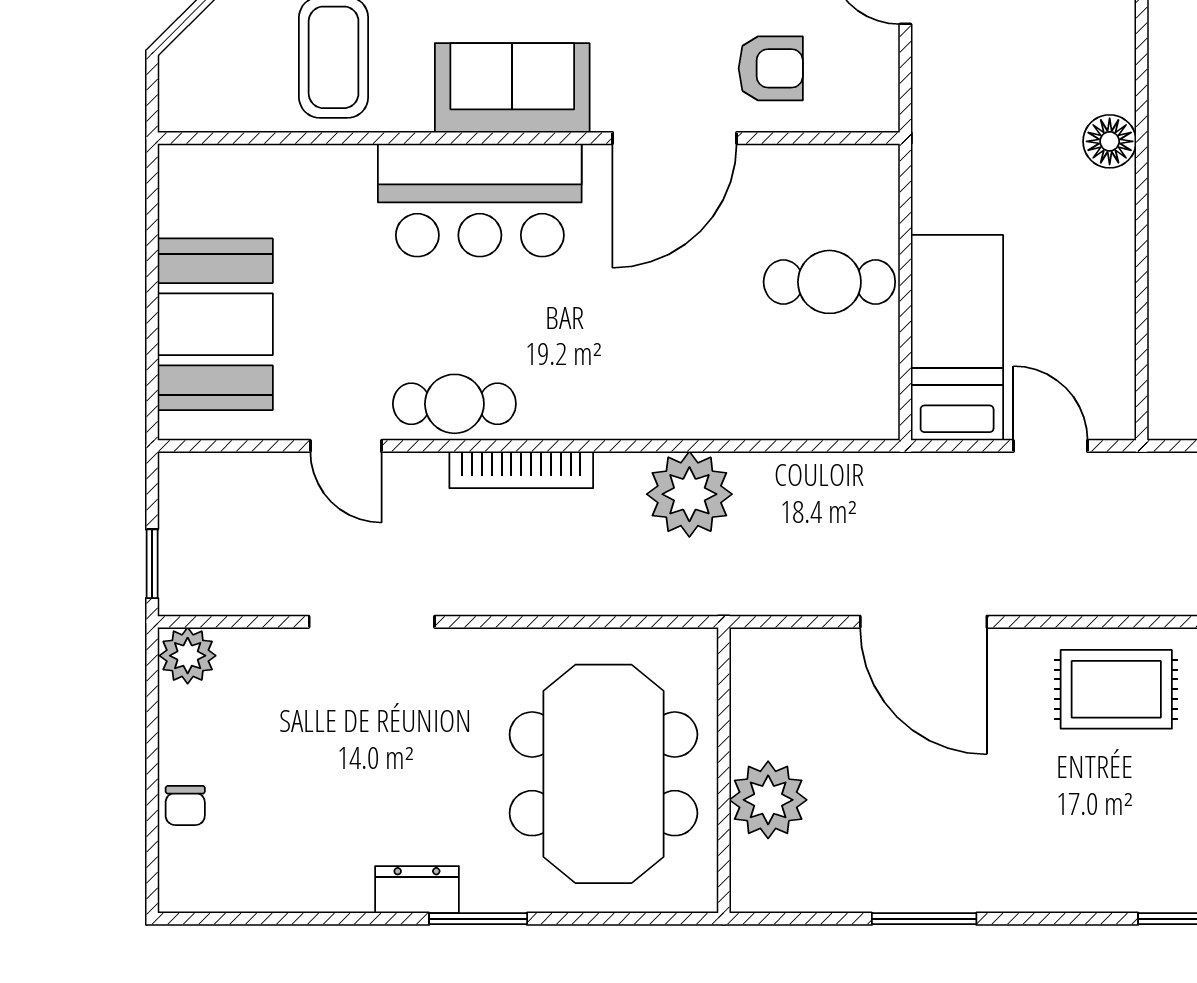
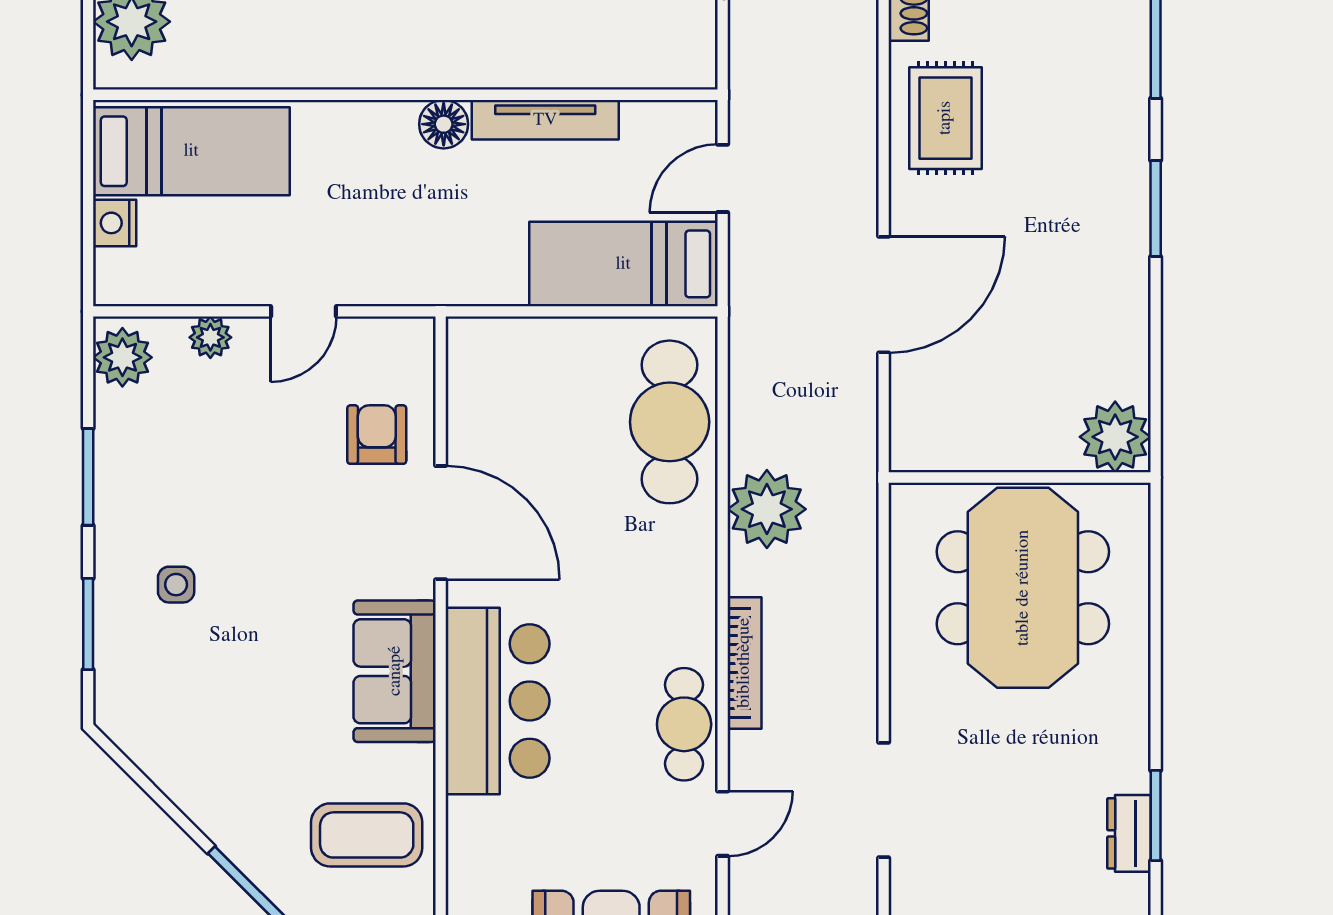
tv unit: (1114, 252) -> (545, 120), added
cafe table: (829, 282) -> (670, 422), moved, width x1.37, depth x1.35
meeting table: (603, 774) -> (1023, 588), turned 90
plant: (768, 800) -> (1115, 437), moved
dresser: (417, 890) -> (1129, 833), moved
window: (478, 919) -> (1156, 816), moved
window: (924, 919) -> (1156, 209), moved

